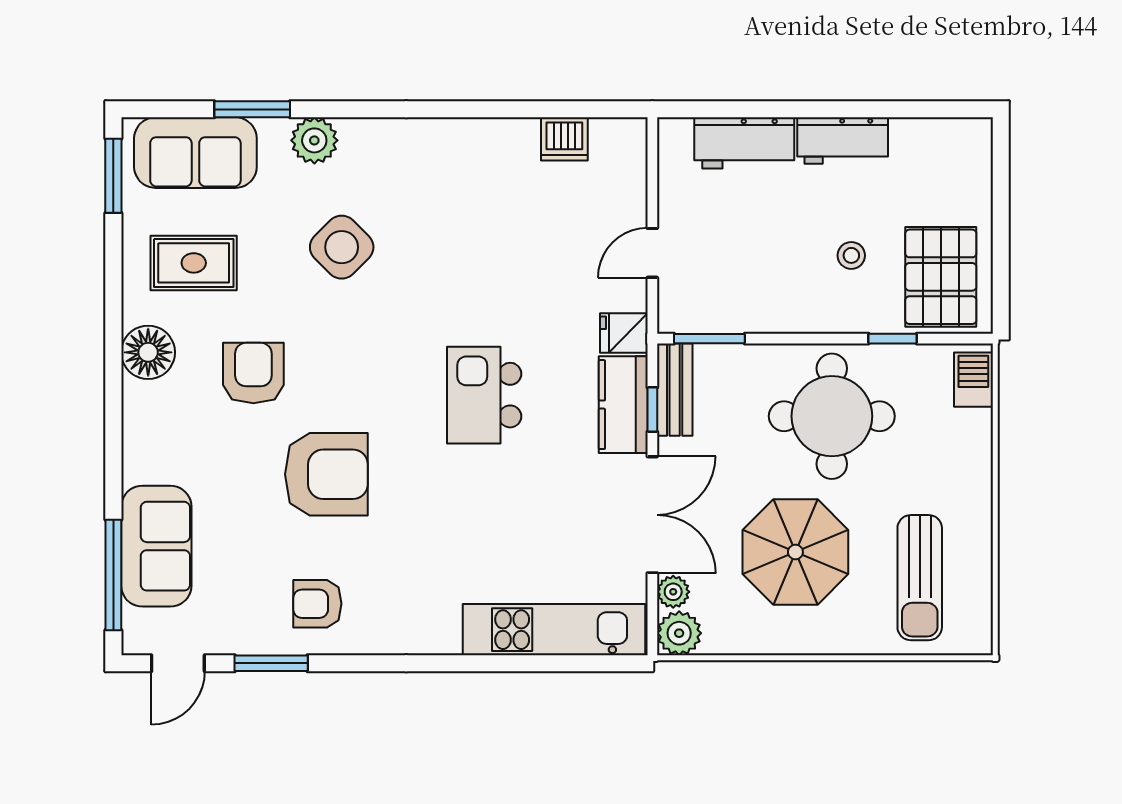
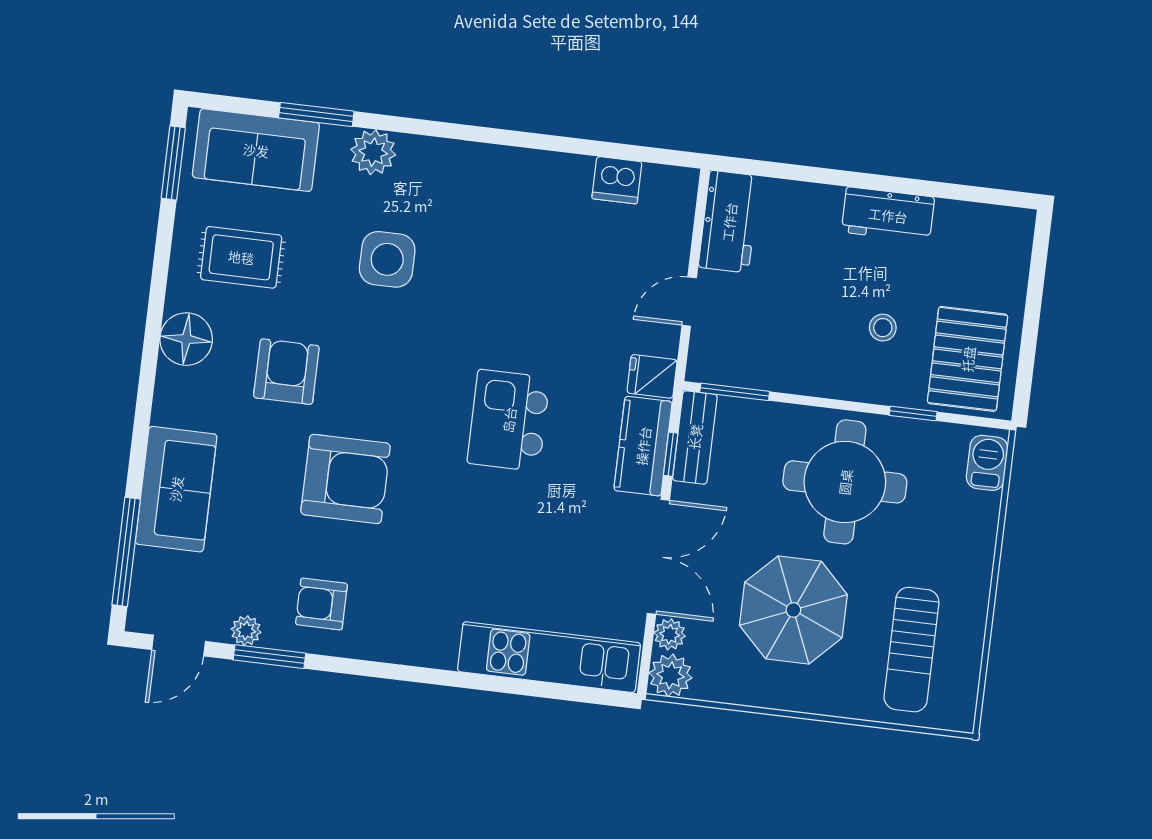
workbench: (744, 143) -> (729, 222), moved, turned -90
side table: (342, 247) -> (387, 259), turned 45
sofa: (156, 546) -> (176, 489), moved
plant: (244, 640) -> (246, 631), added

